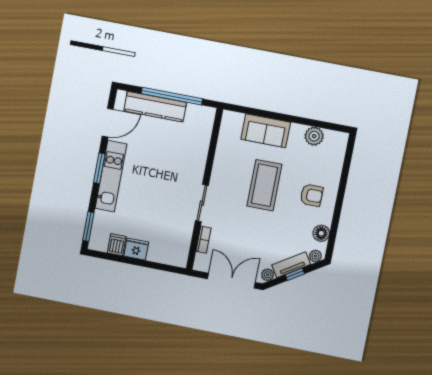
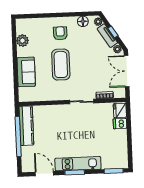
kitchen counter: (155, 107) -> (26, 126), moved
coffee table: (264, 185) -> (61, 65), turned 90
dishwasher: (117, 245) -> (120, 124), moved
fridge: (136, 249) -> (120, 110), moved

